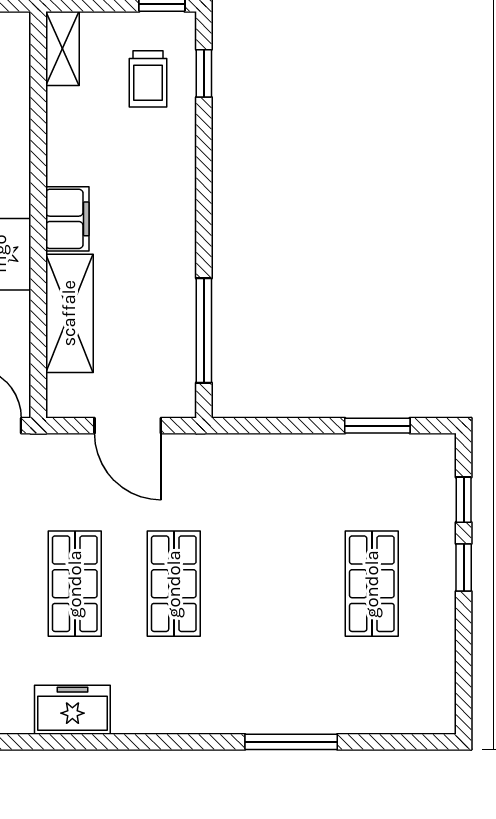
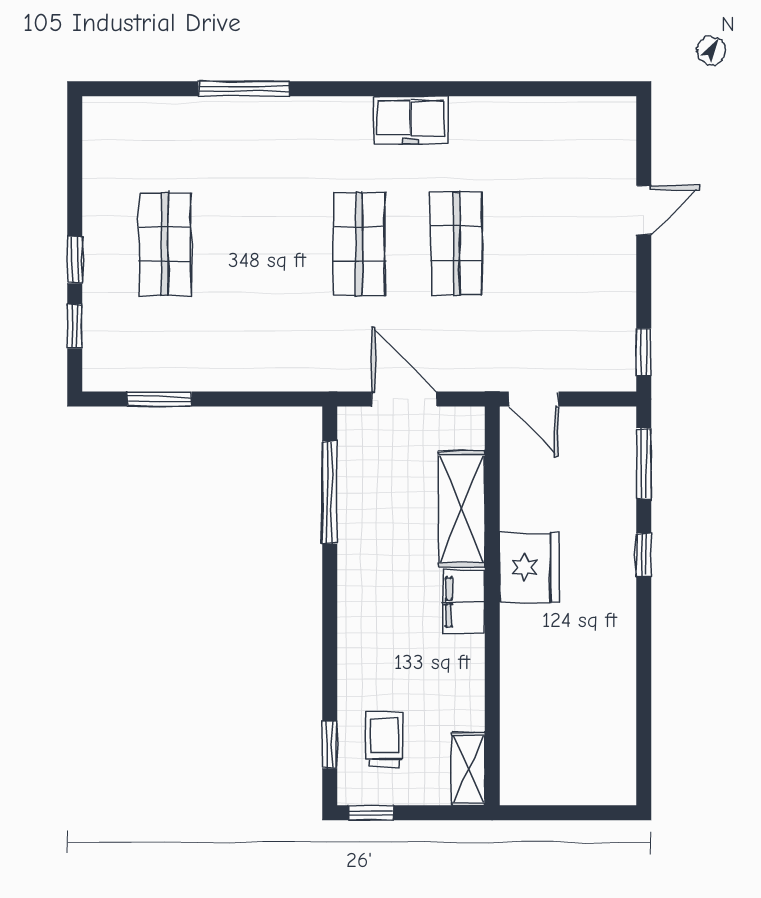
freezer: (72, 710) -> (411, 120), moved

